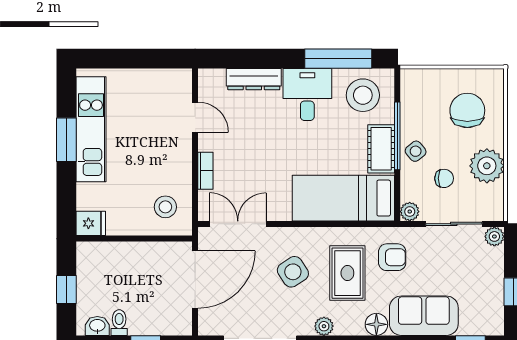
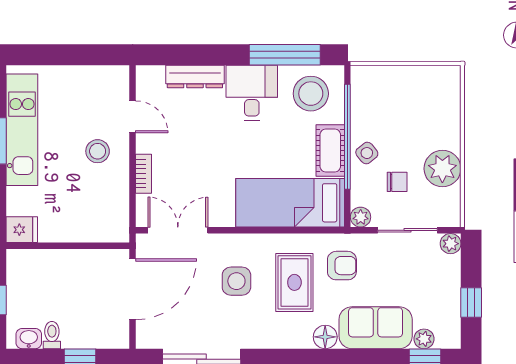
chair: (467, 110) -> (422, 110), removed
window: (397, 136) -> (347, 137), width x1.46
stool: (165, 207) -> (98, 151), moved
side table: (293, 272) -> (236, 281), turned 33
plant: (324, 326) -> (424, 339), moved

